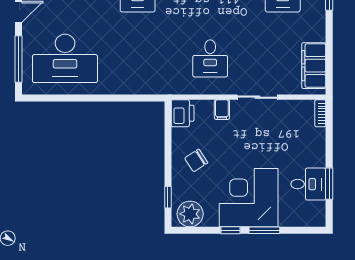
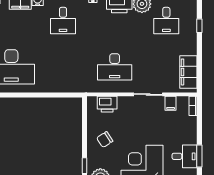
desk: (210, 58) -> (115, 67), width x1.37
filing cabinet: (222, 110) -> (171, 103), moved
printer: (183, 113) -> (107, 104), moved, turned 90

